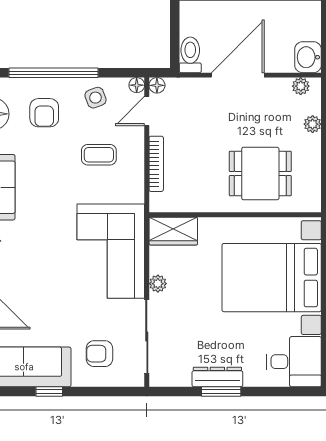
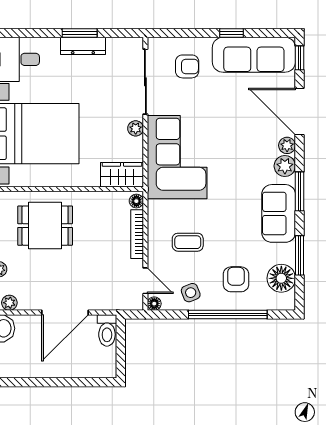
floor lamp: (157, 85) -> (136, 201), moved
door: (147, 111) -> (145, 281), hinge flipped

